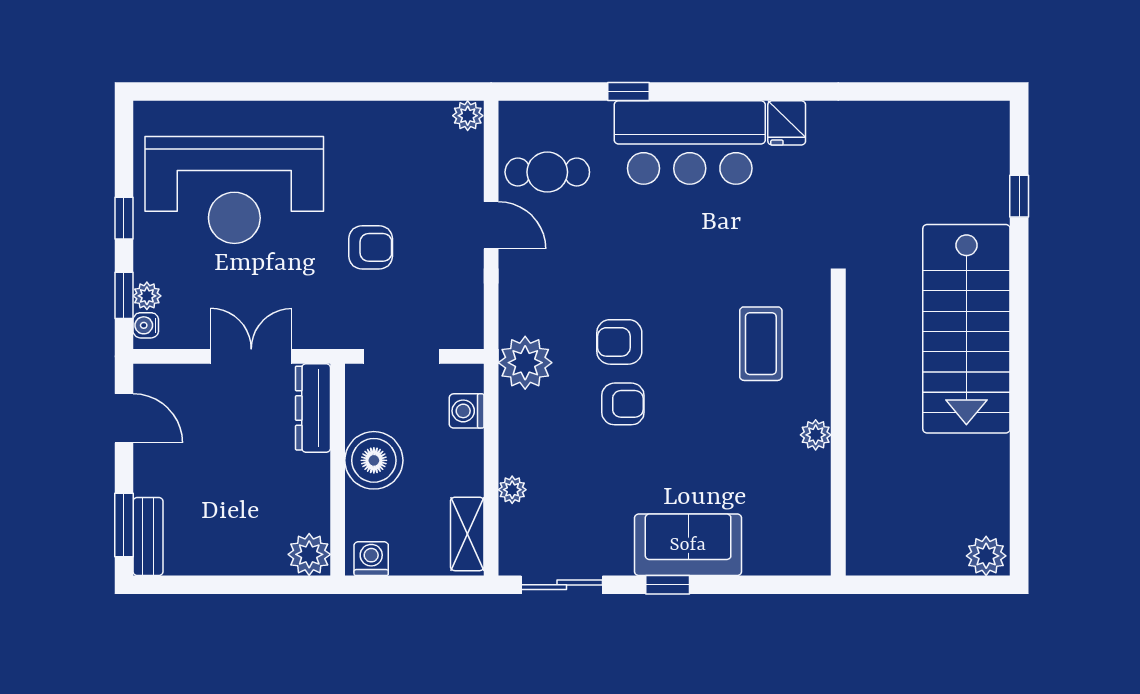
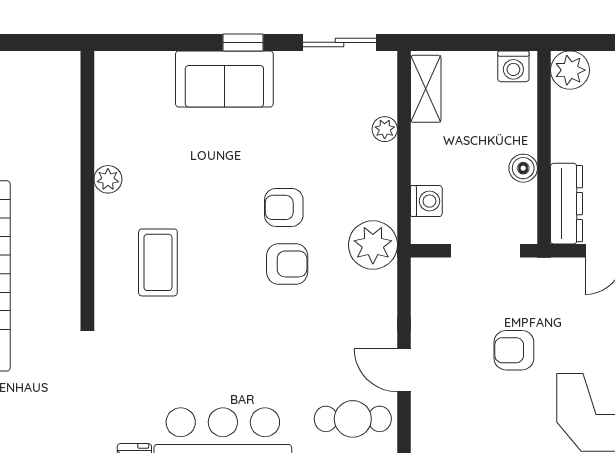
boiler: (374, 460) -> (523, 168), width x0.54, depth x0.54

